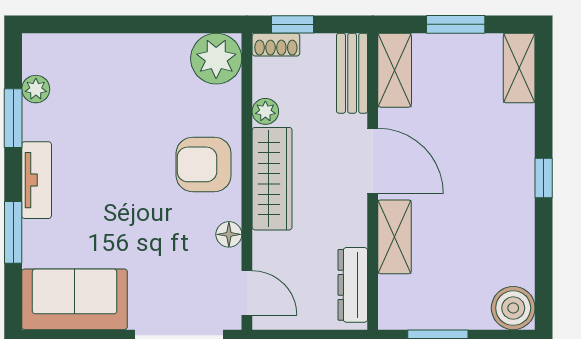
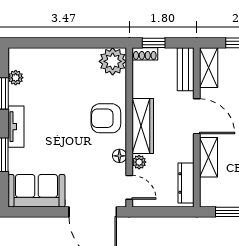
plant: (265, 111) -> (139, 162), moved

